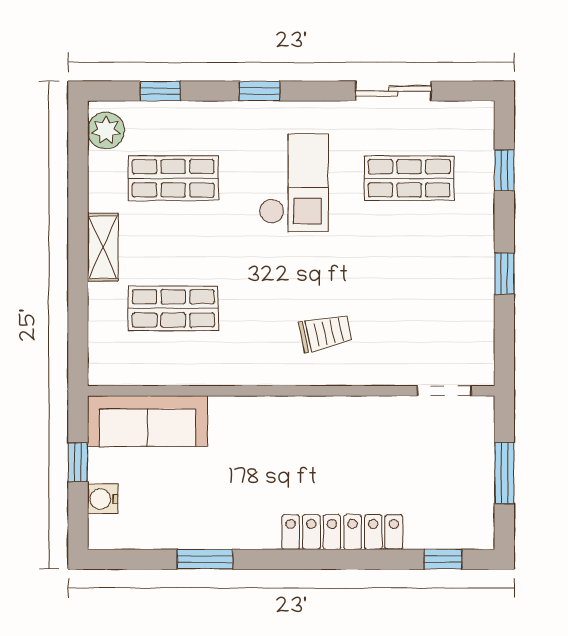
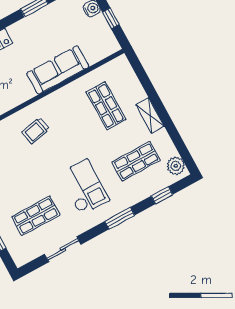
window: (260, 91) -> (120, 218), width x1.50
checkout: (294, 183) -> (84, 187), turned 180
shop shelf: (173, 308) -> (106, 106), turned 90
sofa: (147, 421) -> (58, 70), moved

